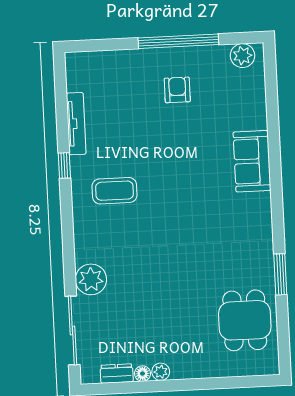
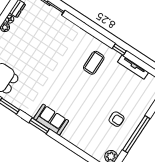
sofa: (252, 161) -> (51, 120), moved
window: (277, 204) -> (39, 126), added
plant: (91, 279) -> (64, 26), removed

